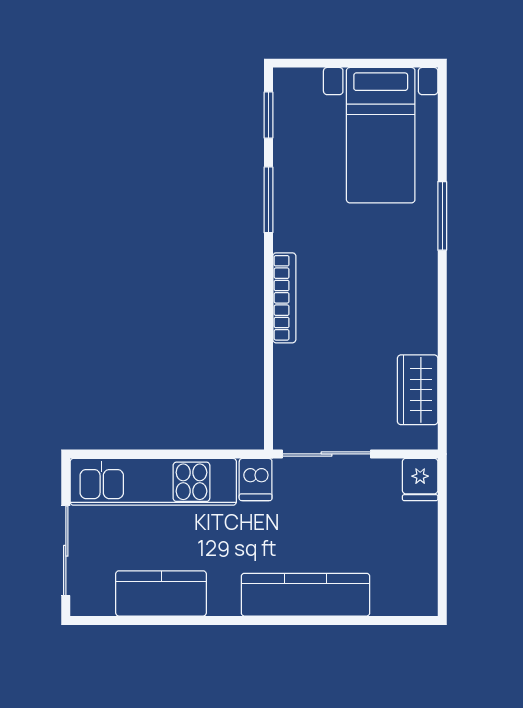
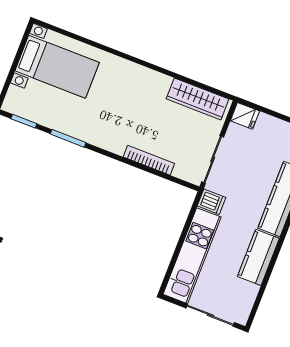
window: (442, 216) -> (112, 51), removed
bookcase: (284, 298) -> (149, 160), moved
wardrobe: (418, 390) -> (198, 99), width x1.50
kitchen counter: (161, 593) -> (258, 257), moved

